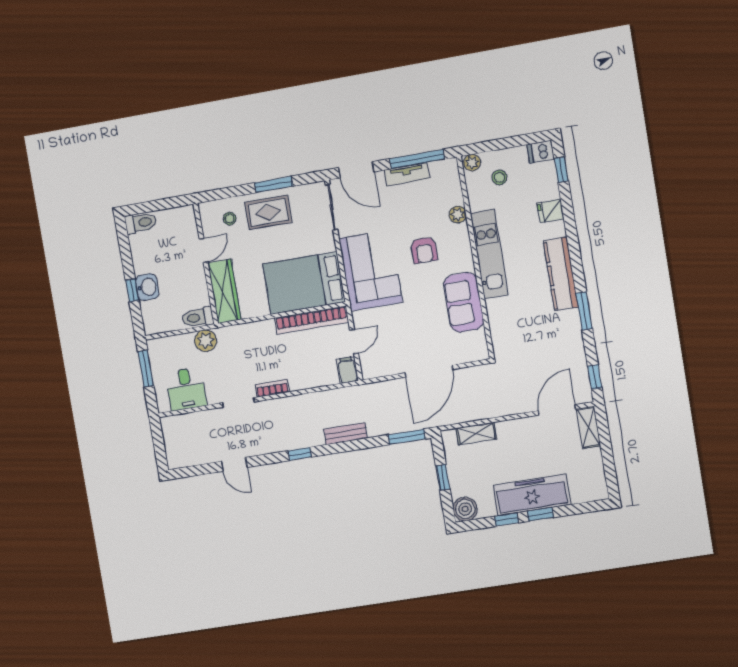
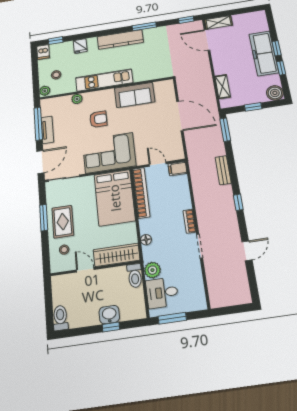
floor lamp: (246, 330) -> (146, 240), added
desk: (186, 389) -> (162, 293), moved, turned 180

